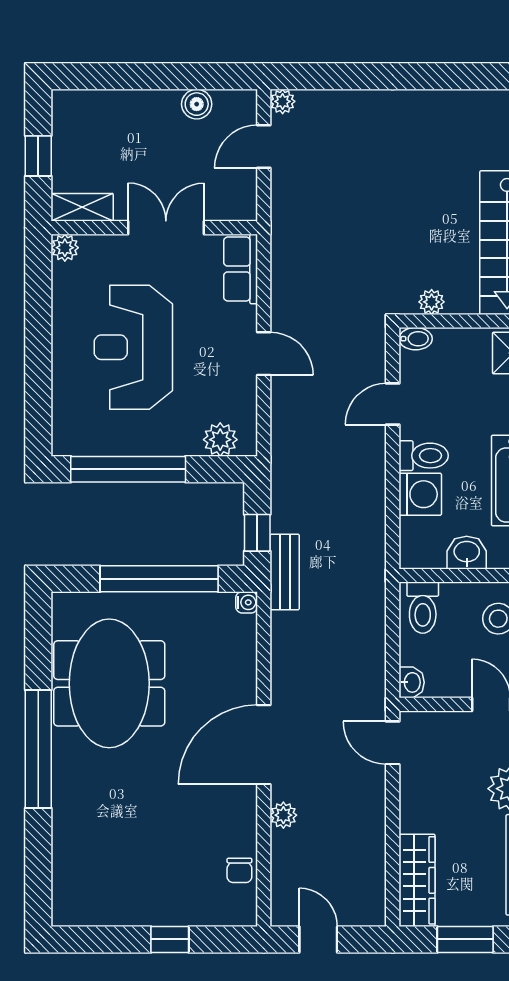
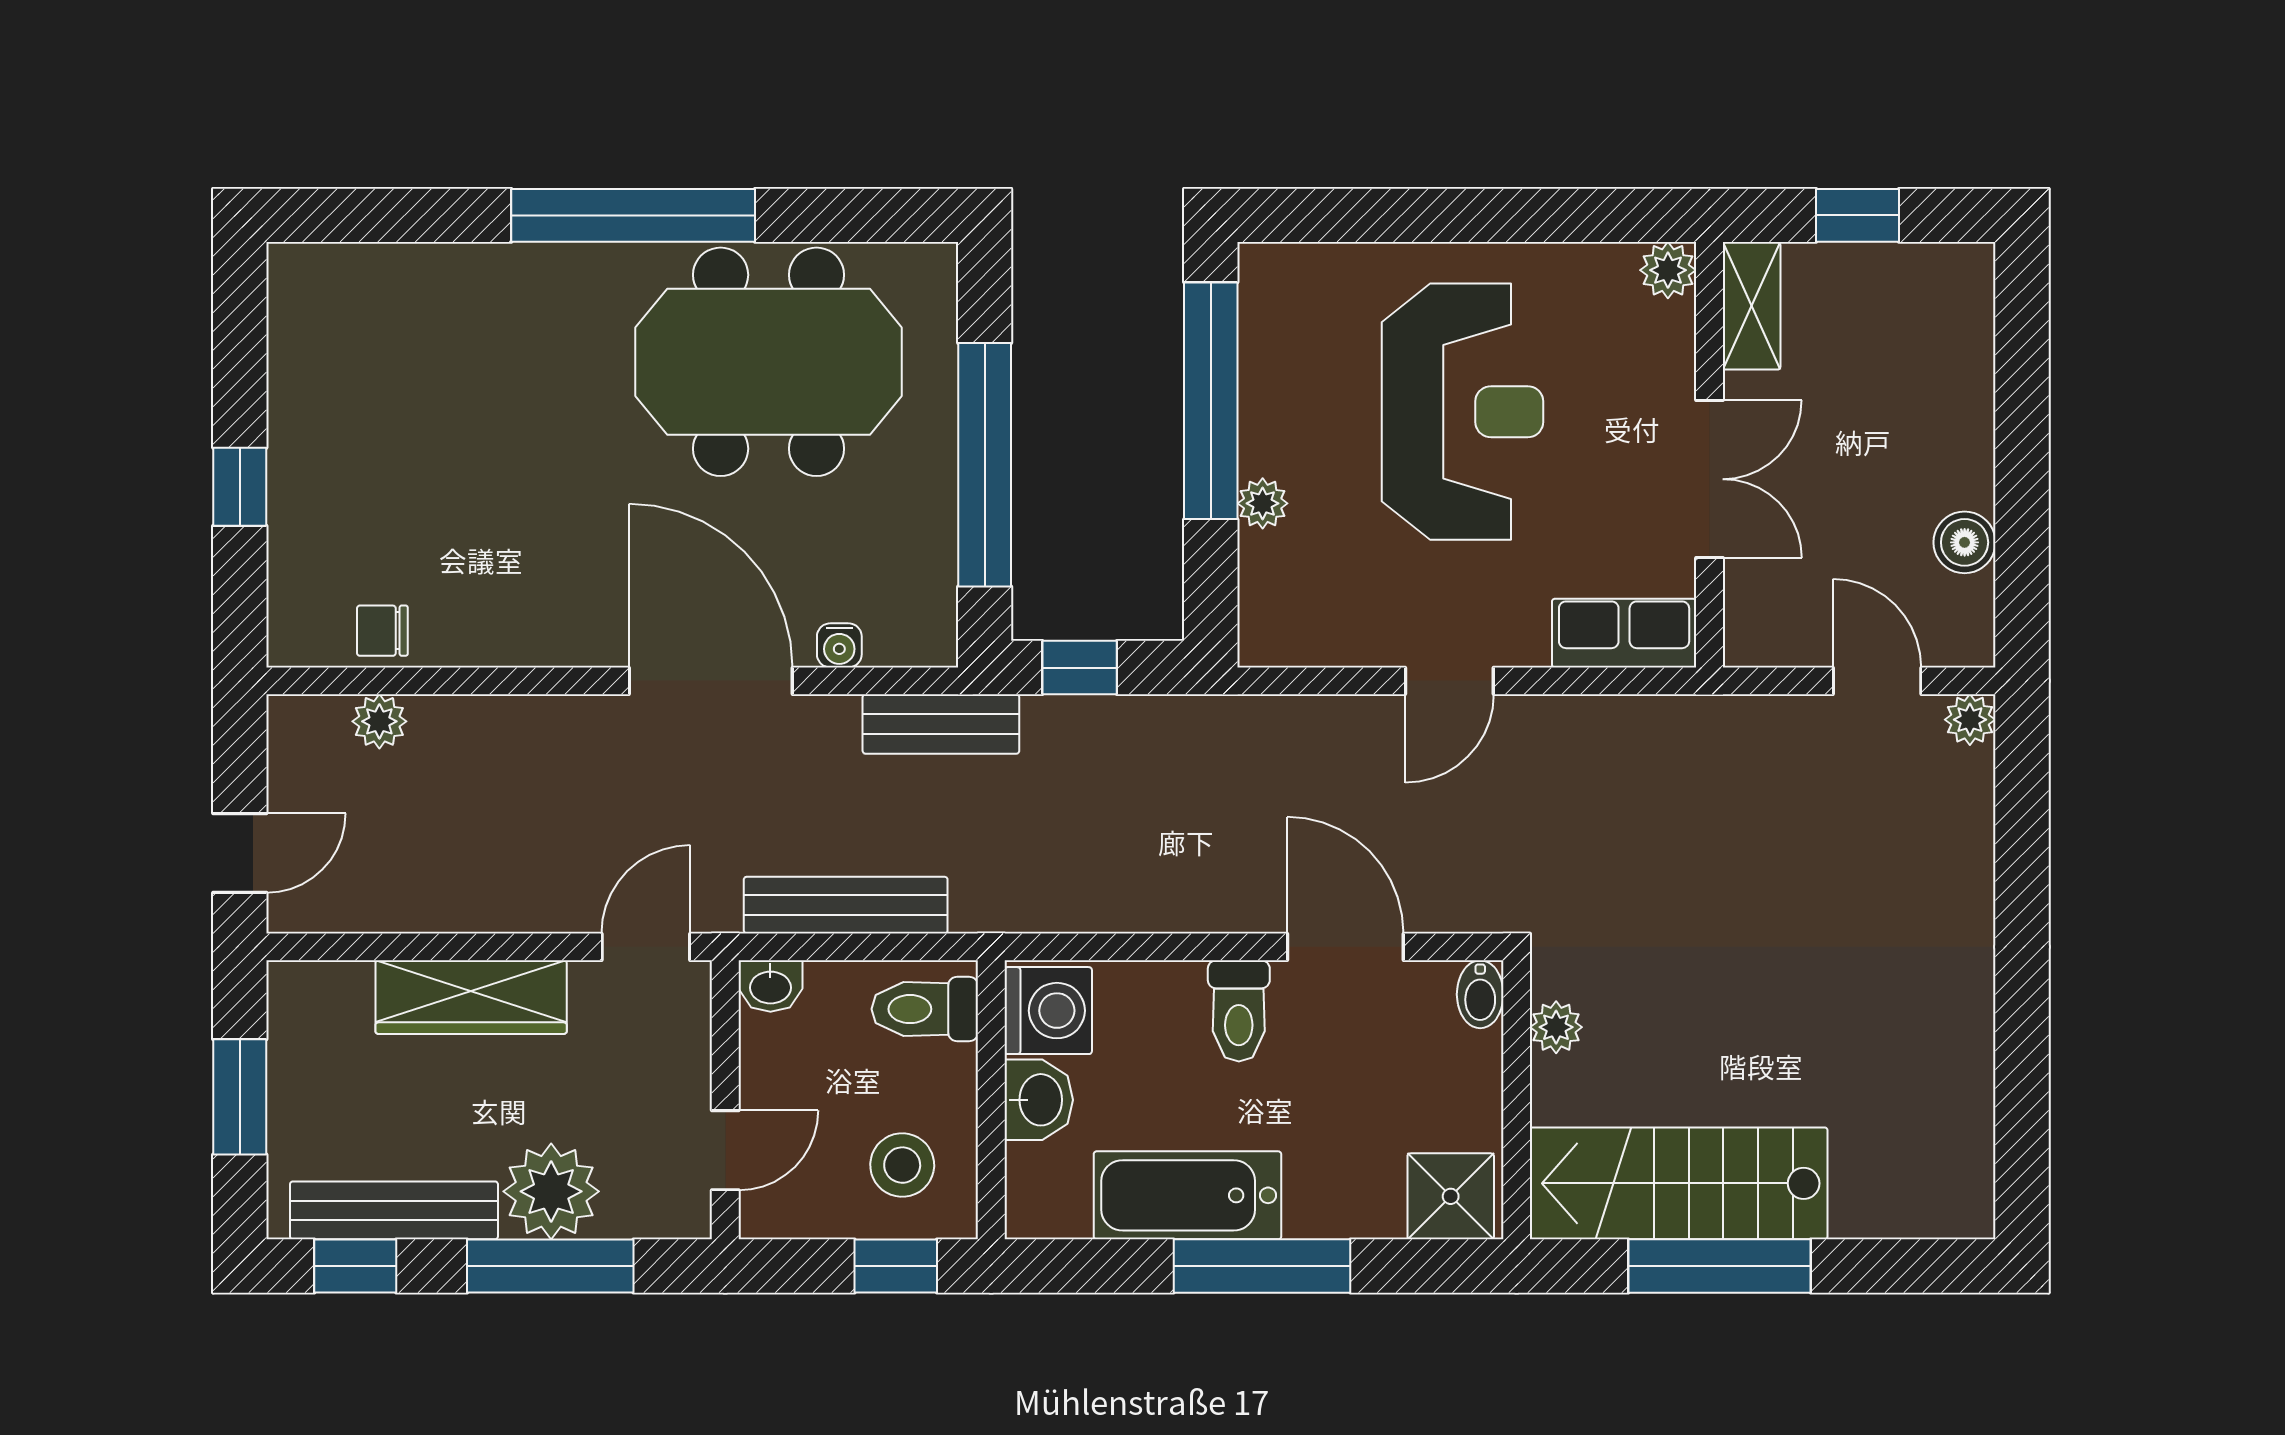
reception desk: (133, 347) -> (1462, 412), turned 90
door: (393, 404) -> (1345, 947), width x1.37
plant: (220, 440) -> (1263, 503), moved, width x0.73, depth x0.73
washing machine: (420, 494) -> (1048, 1011), moved, turned -90
bench: (285, 572) -> (941, 724), moved
water cooler: (247, 602) -> (839, 645), moved
bench: (372, 646) -> (846, 905), added
door: (264, 745) -> (711, 681), moved
plant: (283, 815) -> (379, 721), moved
wardrobe: (417, 880) -> (471, 997), moved
door: (318, 939) -> (240, 853), moved

